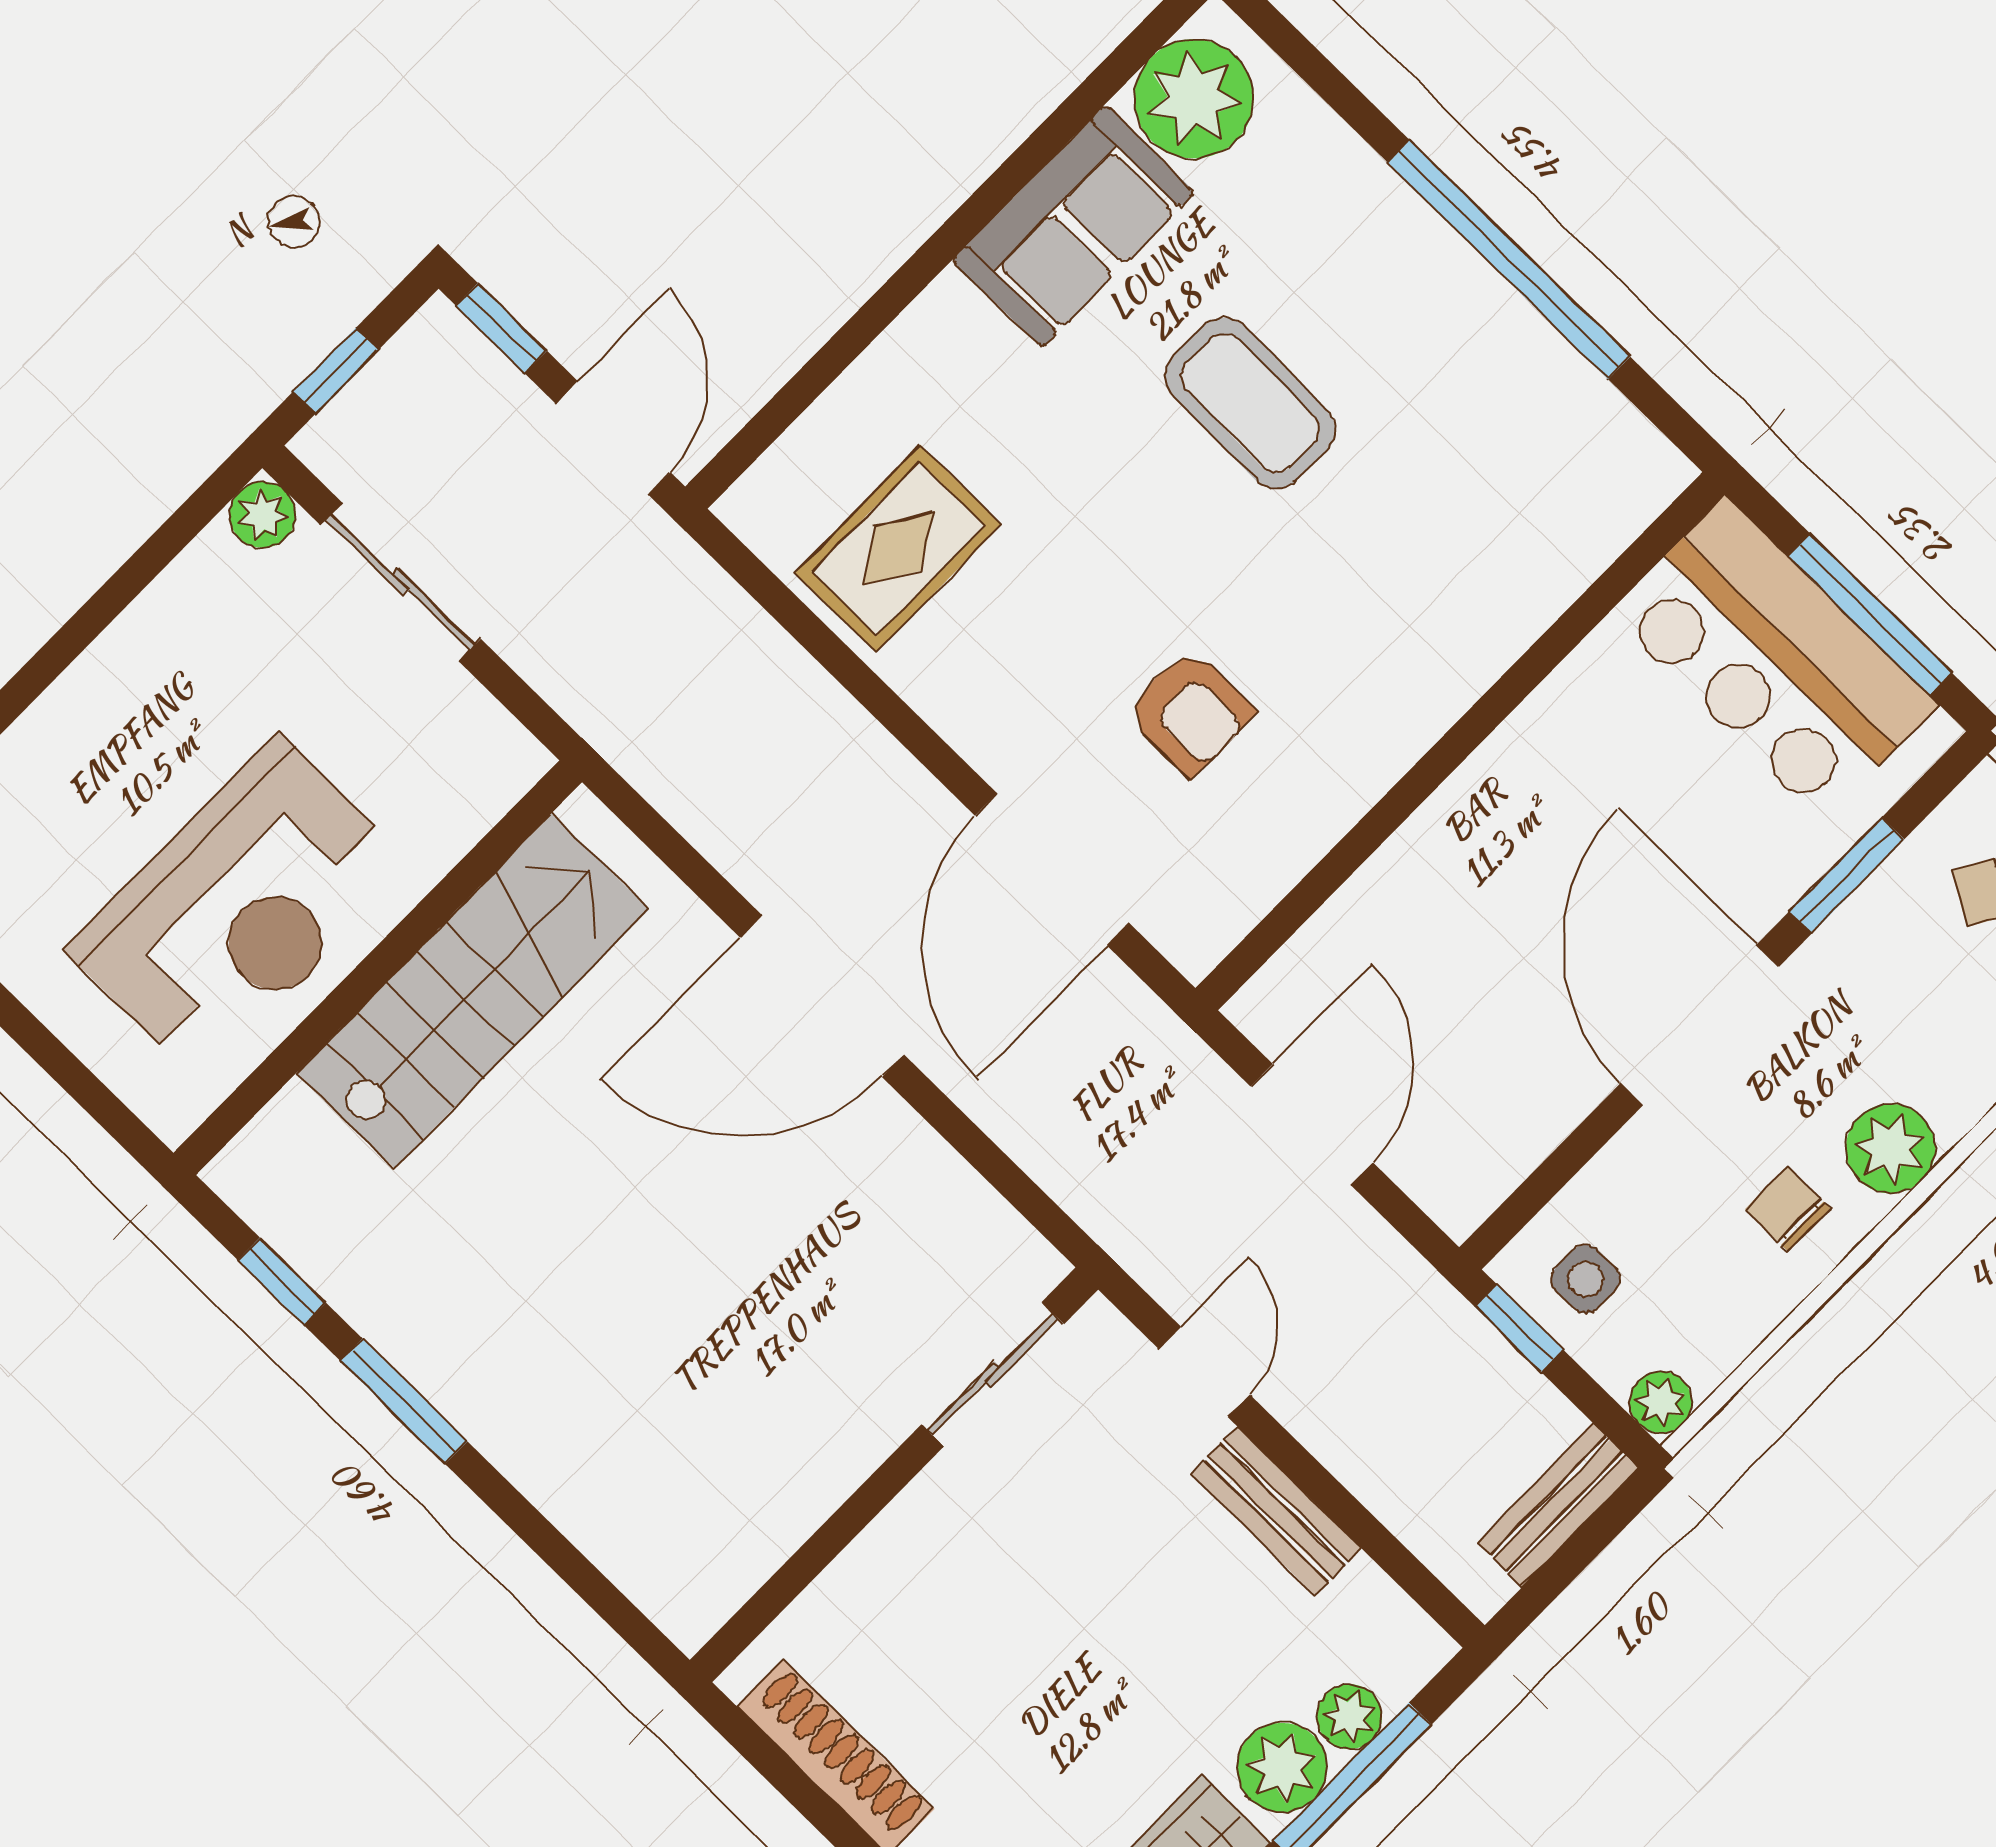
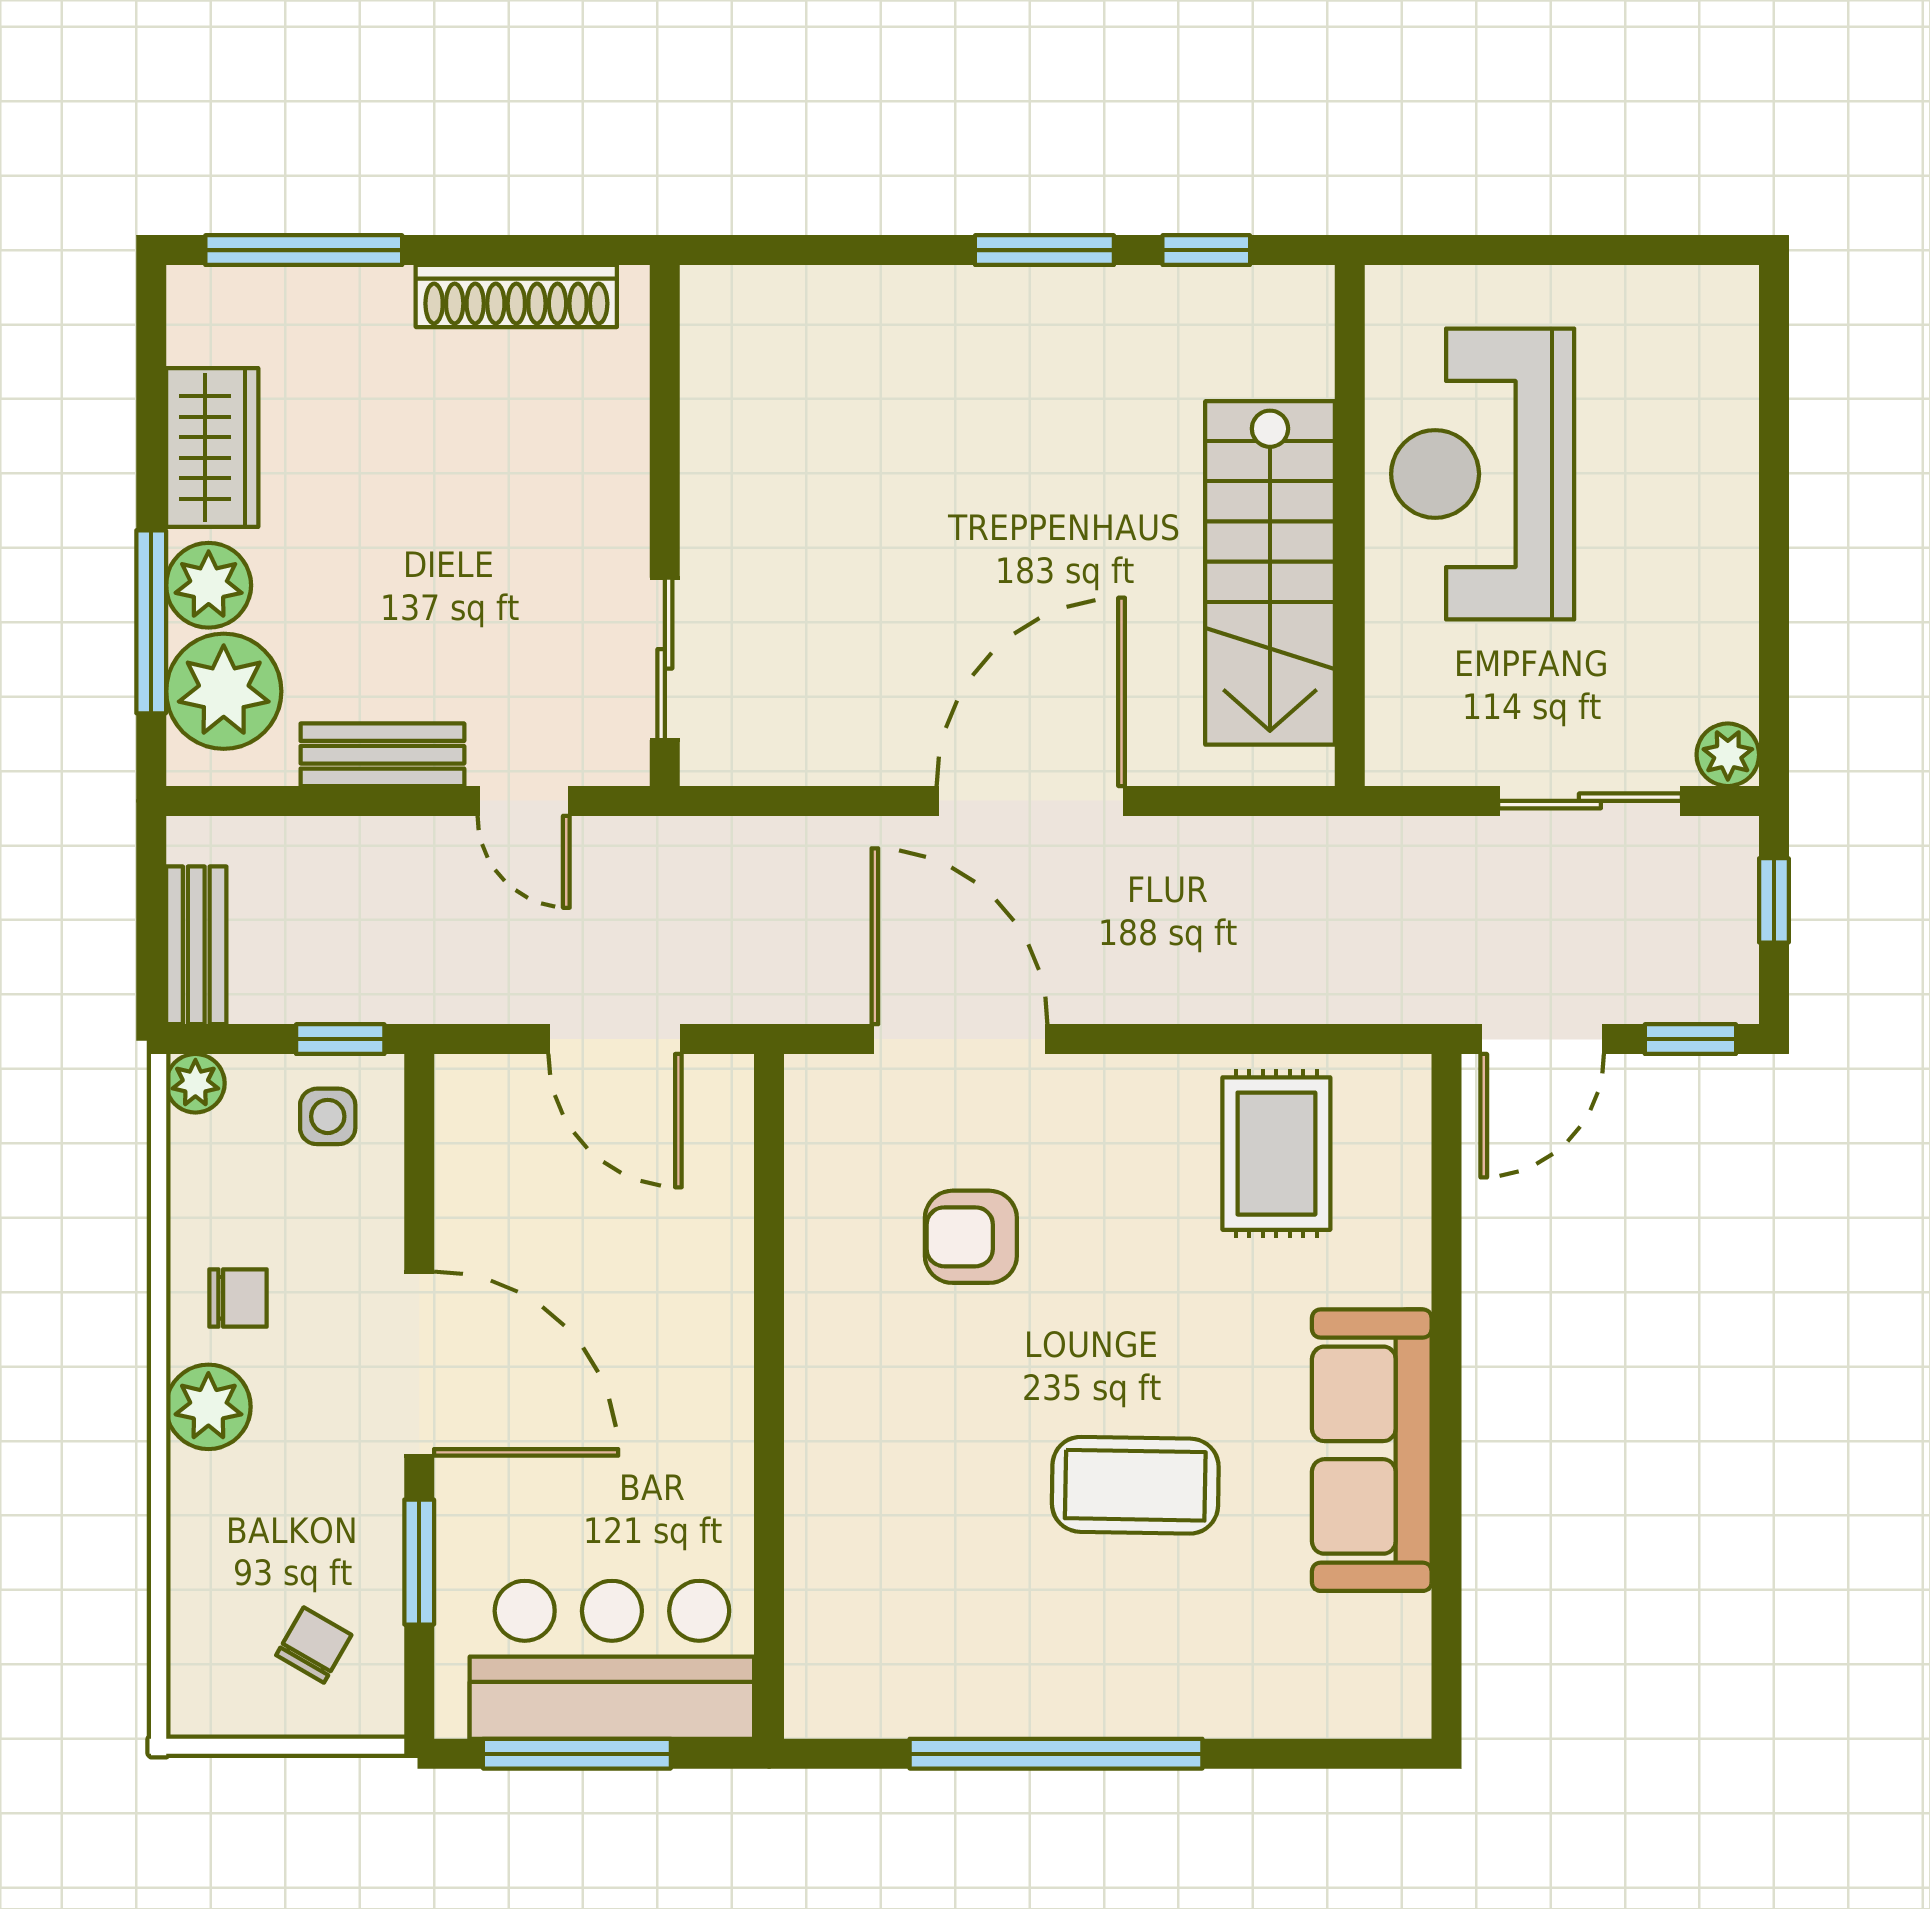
plant: (1194, 99) -> (1375, 1653), removed
sofa: (1074, 226) -> (1372, 1450), width x1.36
door: (613, 438) -> (1542, 1039), hinge flipped
plant: (1349, 1717) -> (224, 691), width x1.88, depth x1.88

